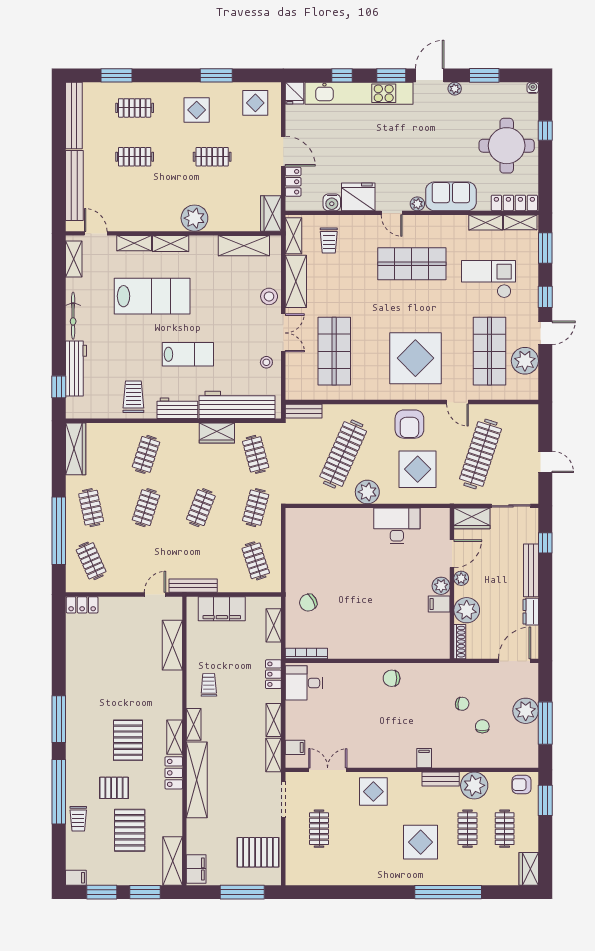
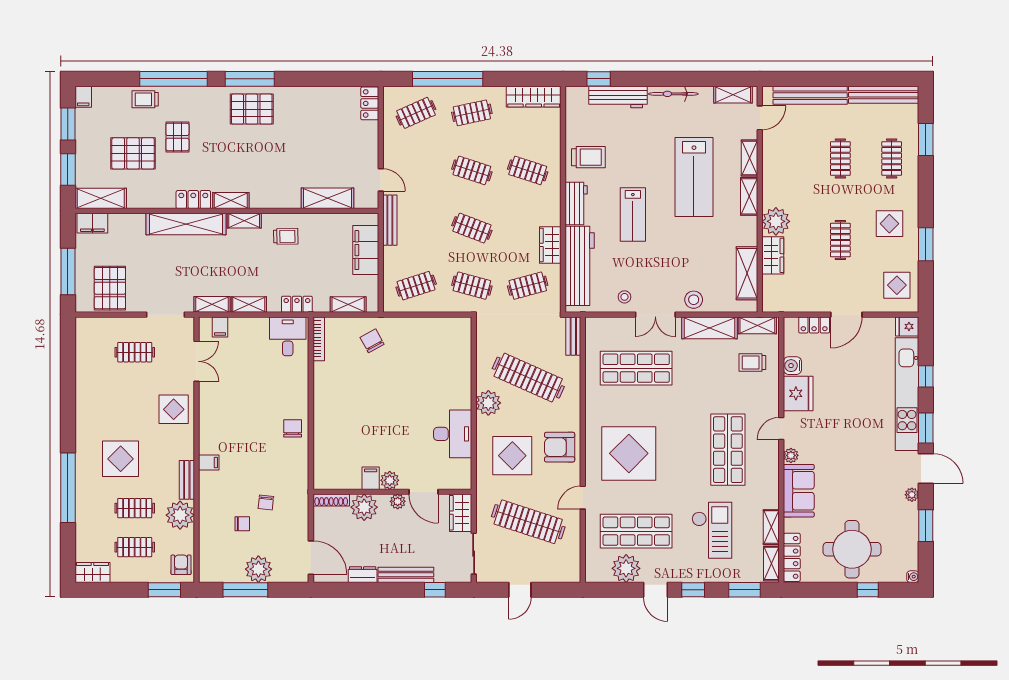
wardrobe: (271, 214) -> (773, 255), moved, turned 90
pallet: (128, 740) -> (252, 109), moved

